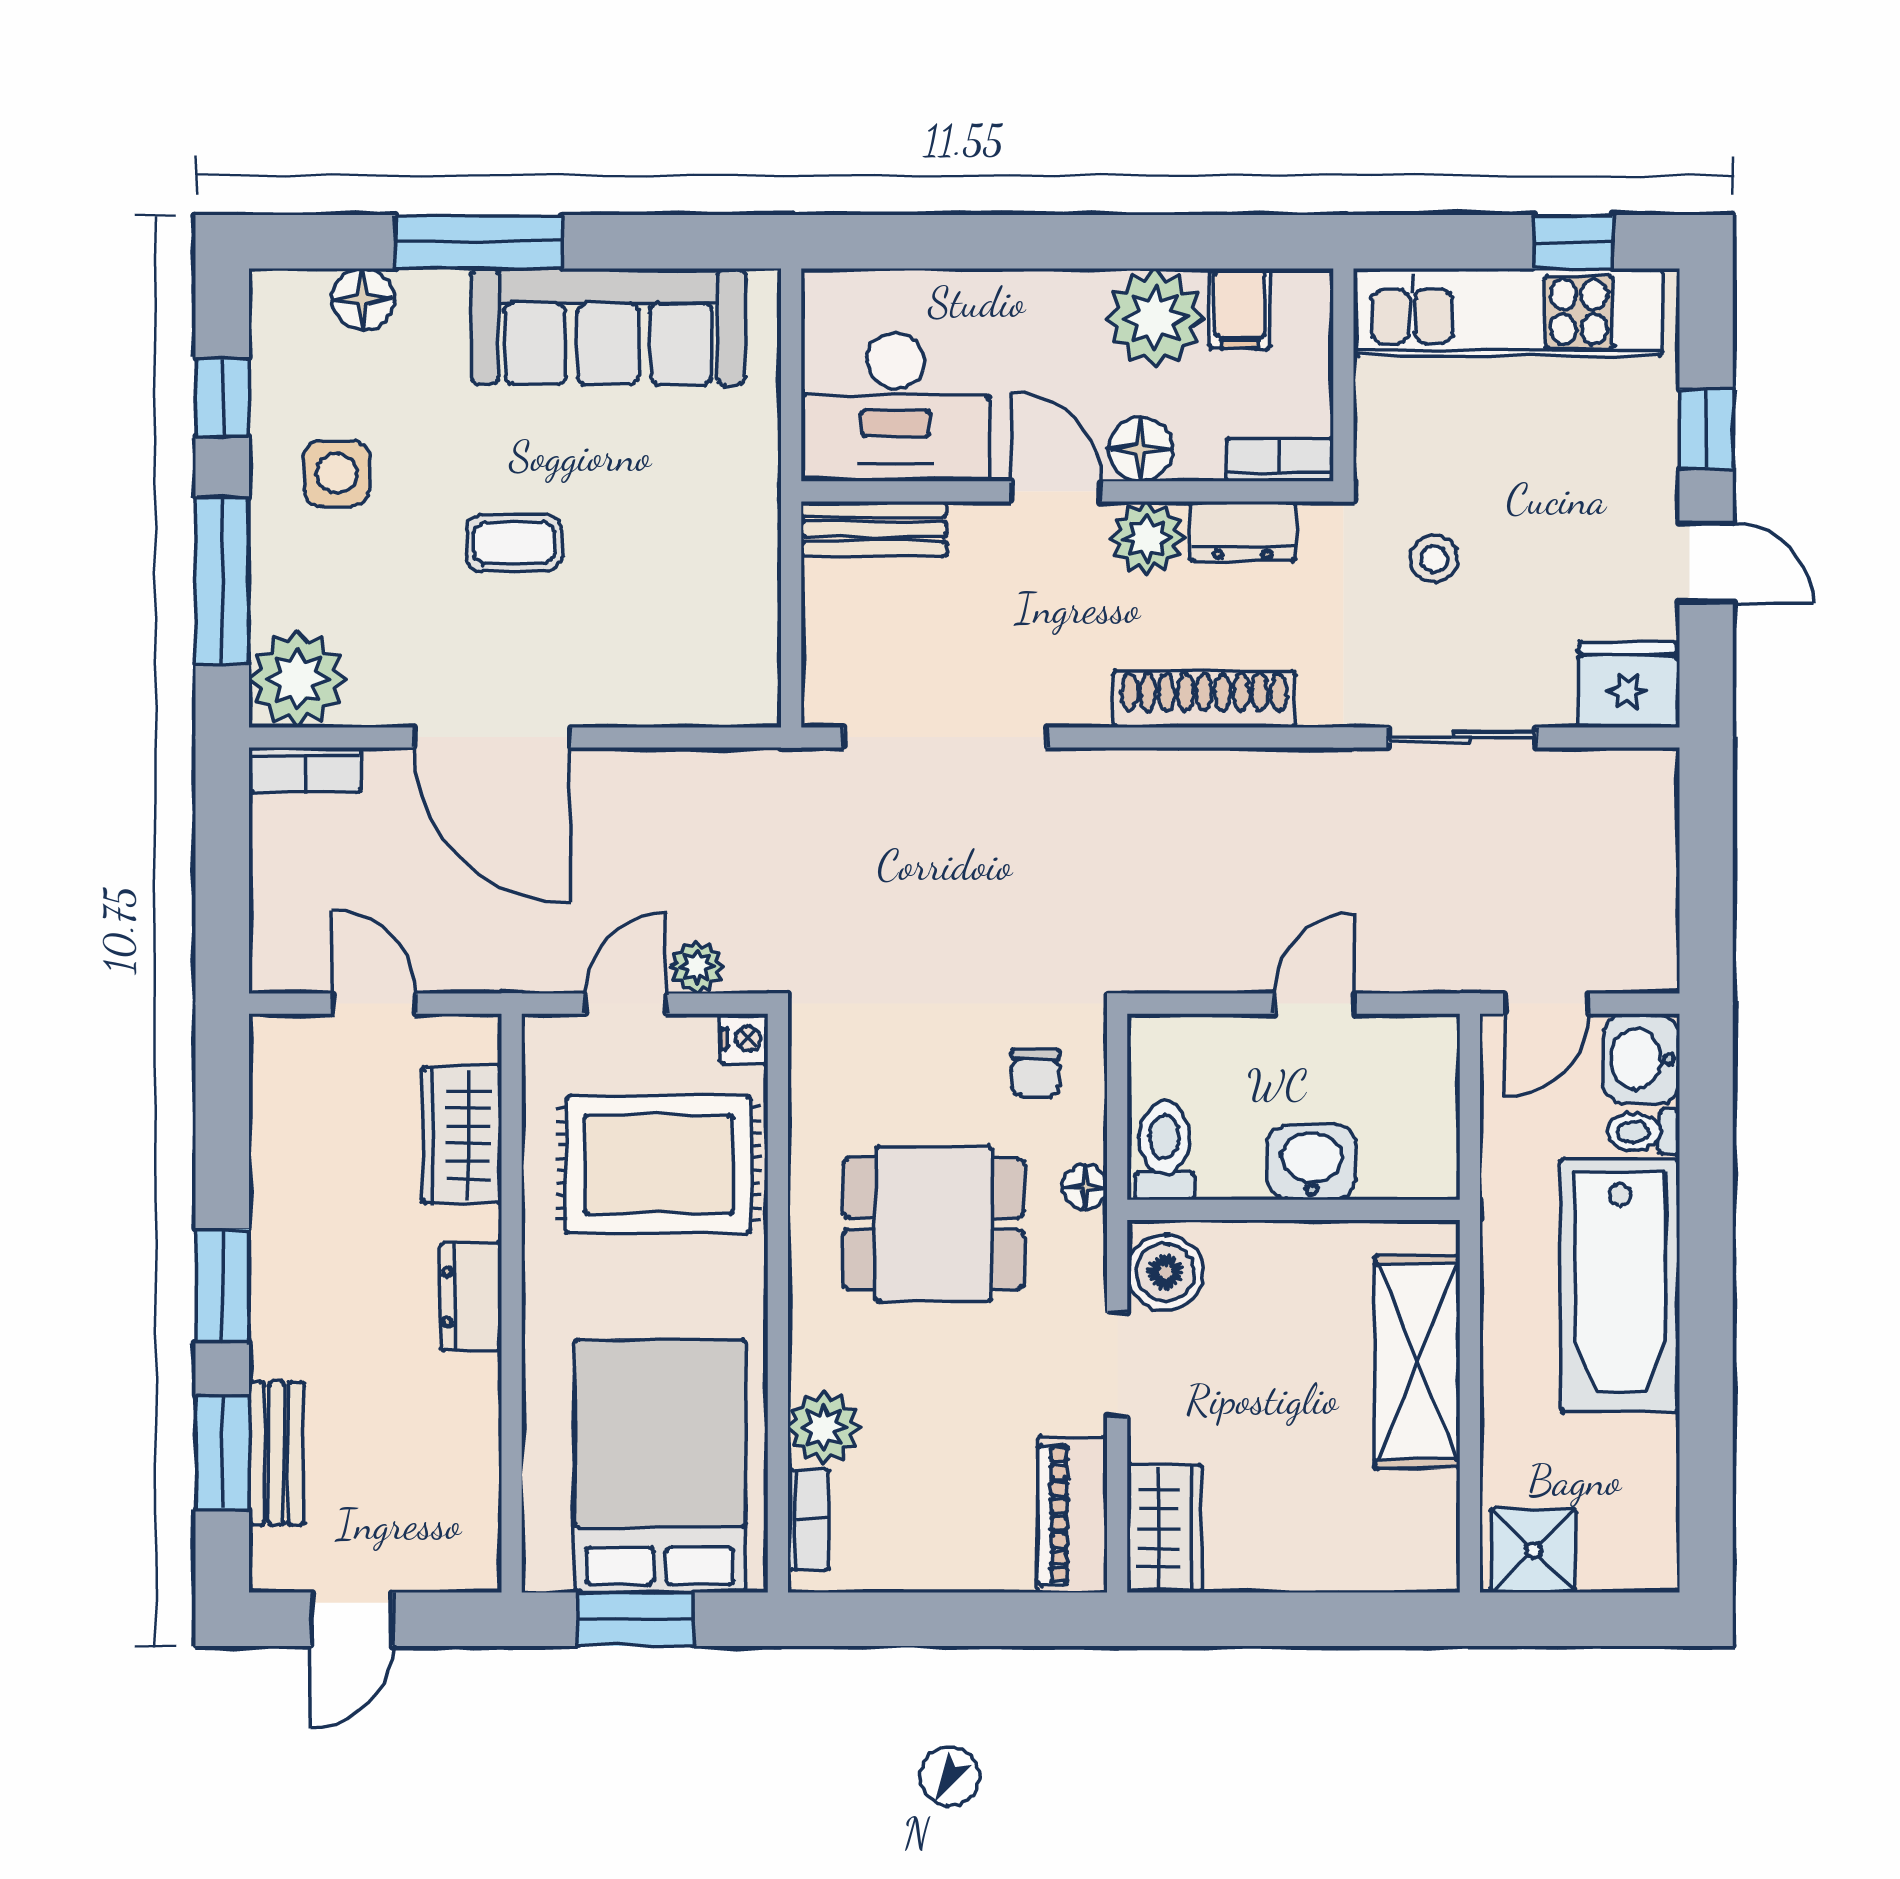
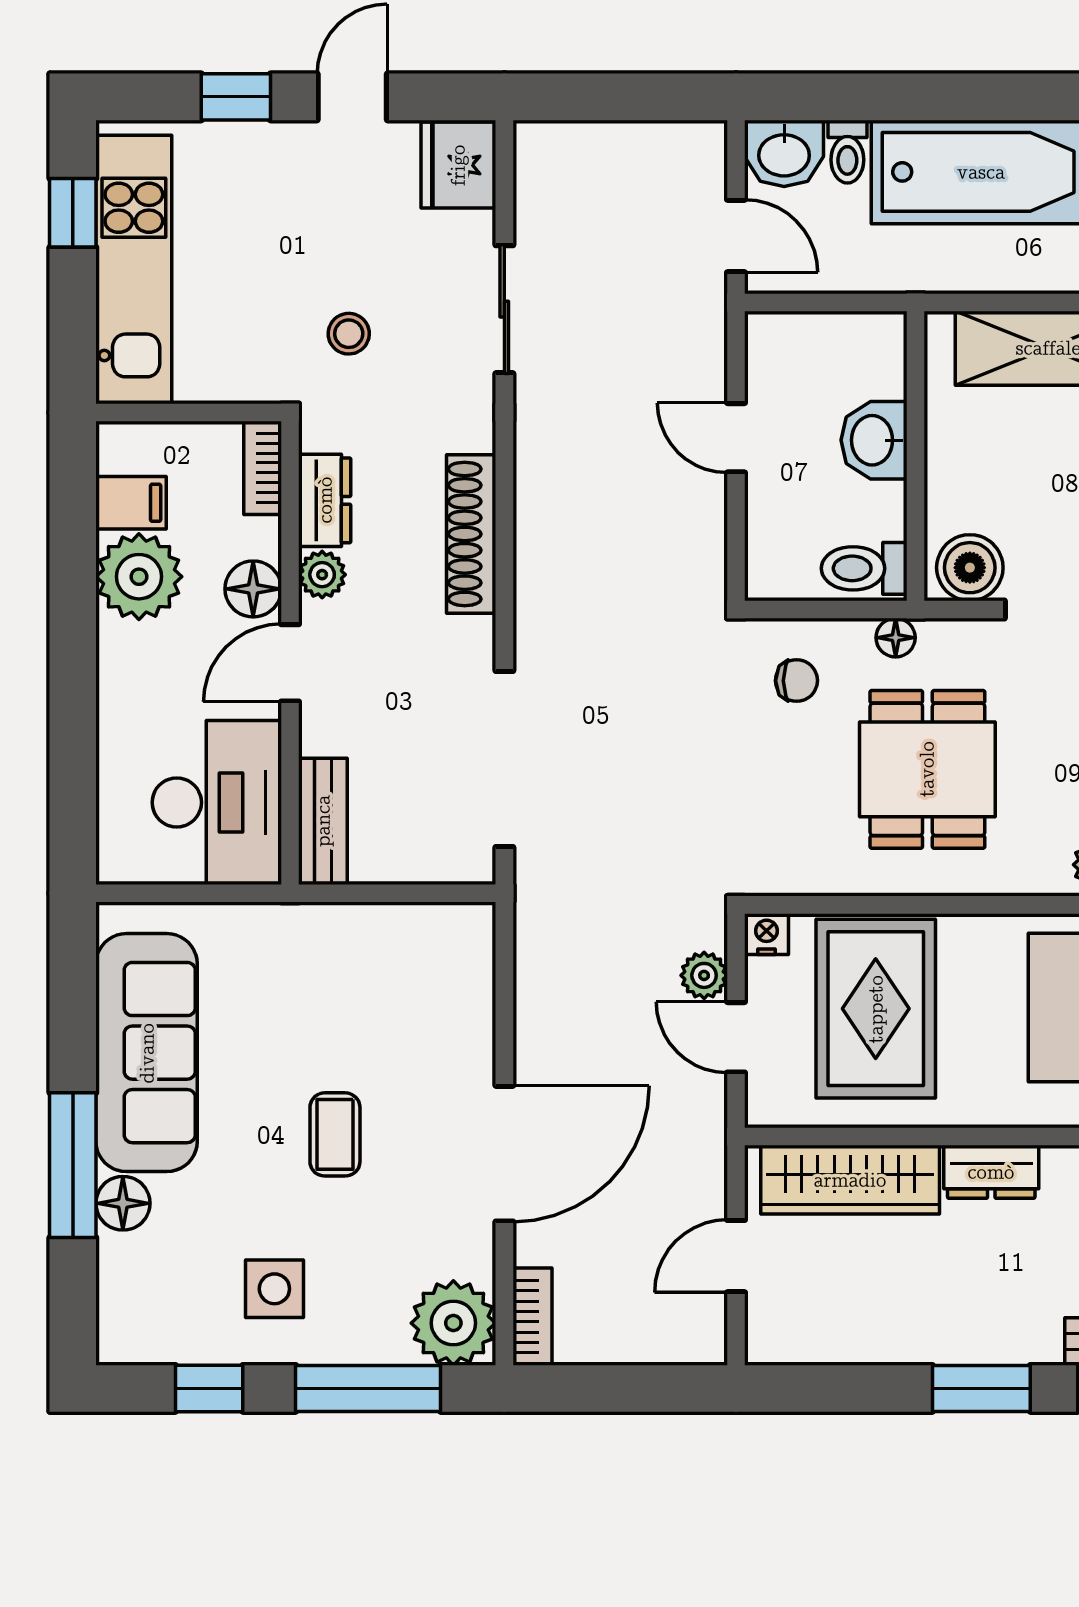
floor lamp: (363, 299) -> (123, 1203), moved
plant: (1147, 538) -> (322, 575), width x0.73, depth x0.73
wardrobe: (462, 1135) -> (850, 1180), width x1.50

